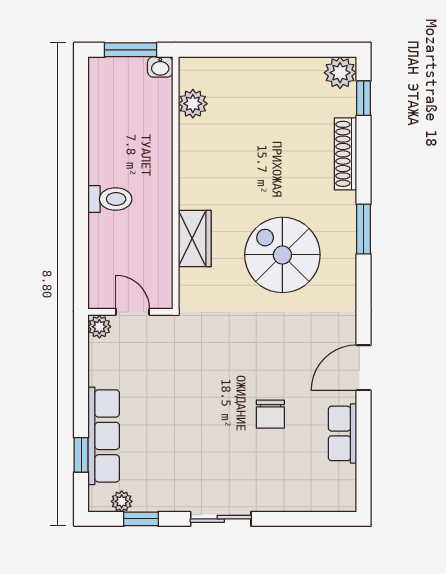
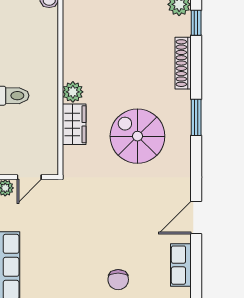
plant: (193, 104) -> (73, 92), moved
door: (133, 312) -> (29, 177), swing flipped
chair: (270, 414) -> (118, 280), moved

